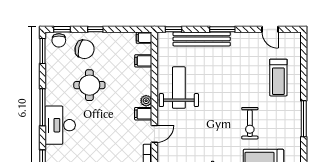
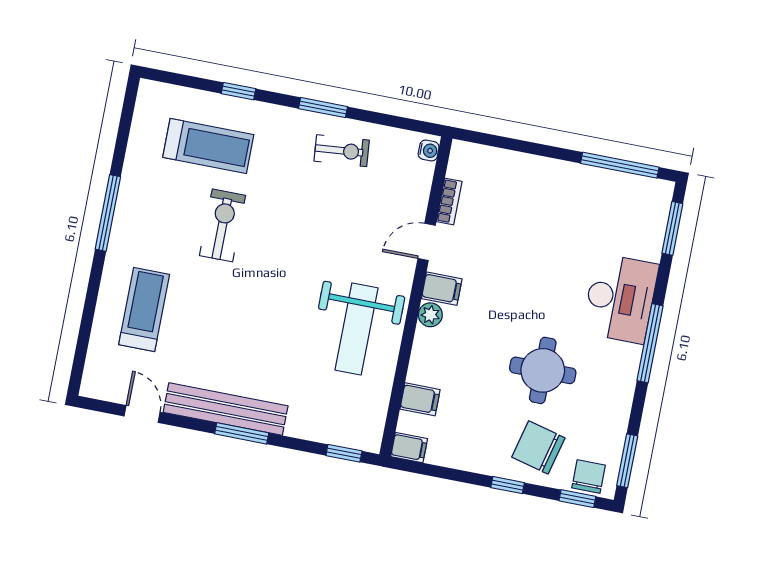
bench: (202, 39) -> (226, 409), moved

